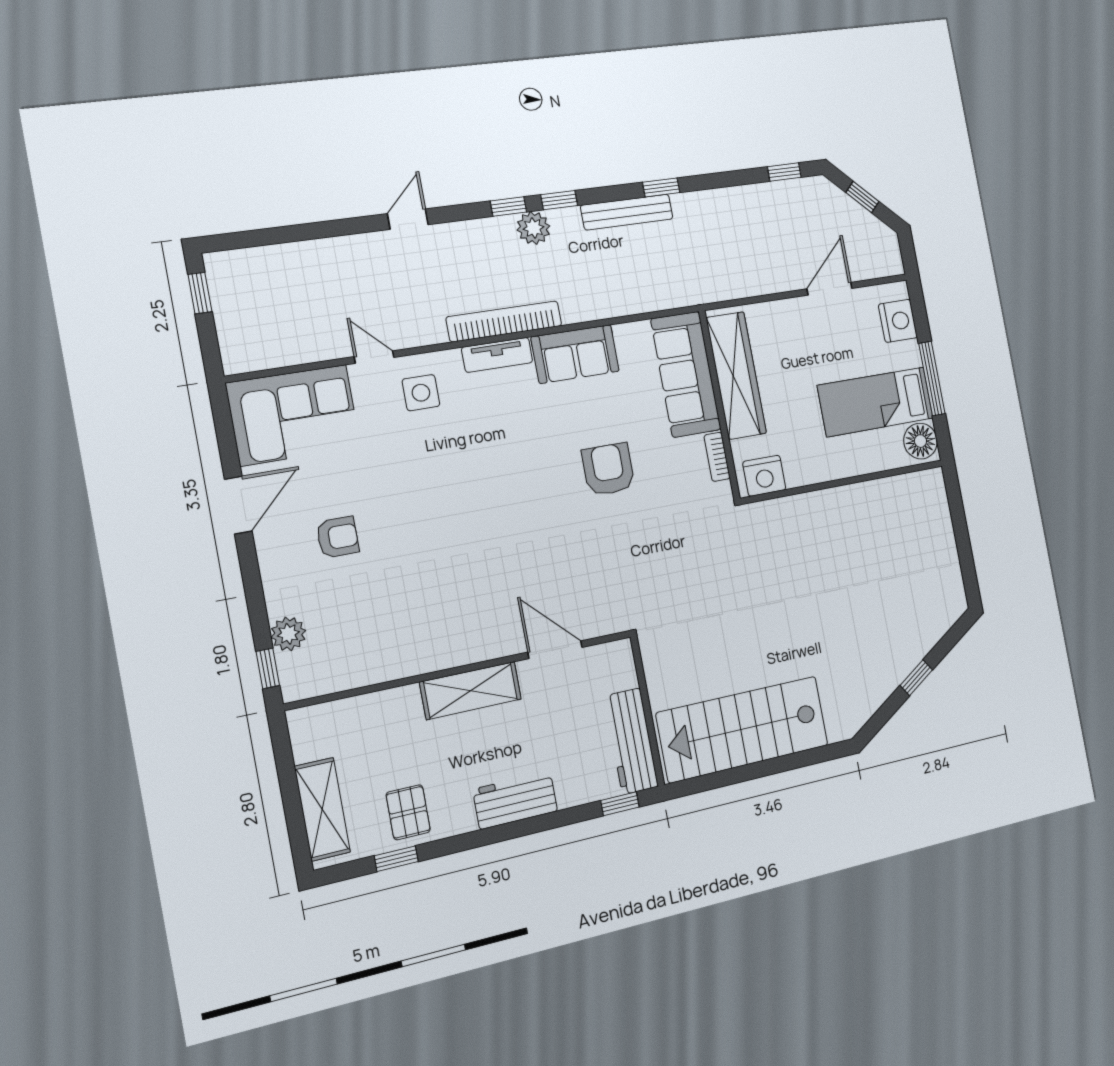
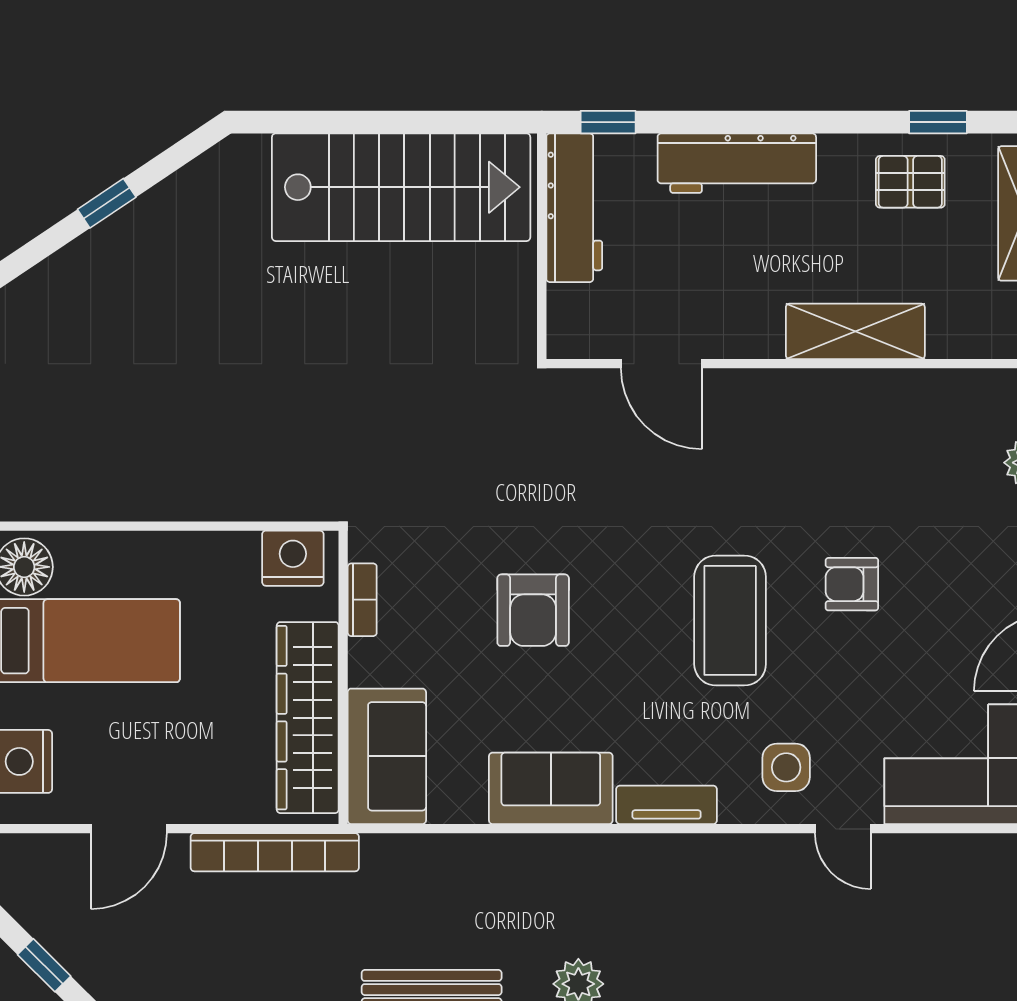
bookcase: (504, 321) -> (275, 852), moved
sofa: (686, 374) -> (387, 756), width x0.73
coffee table: (477, 486) -> (730, 620), added
armchair: (338, 537) -> (852, 584), moved
shelving: (471, 691) -> (855, 331), moved
workbench: (515, 800) -> (737, 163), width x1.38
pallet: (408, 812) -> (910, 182), turned 90

